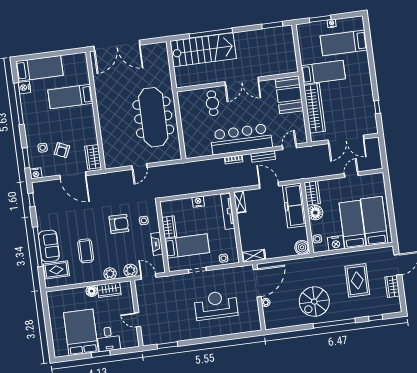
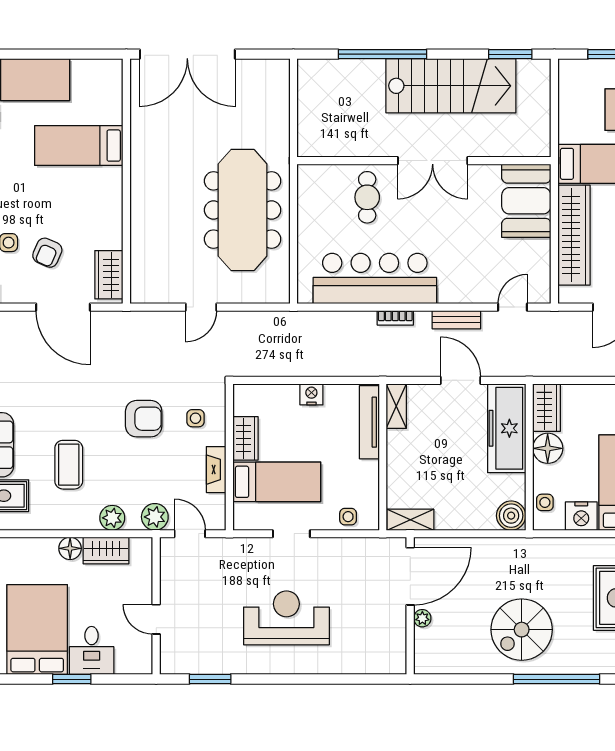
stairs: (203, 50) -> (451, 86), moved
bar counter: (241, 139) -> (375, 278), moved
reception desk: (216, 305) -> (286, 618), moved

